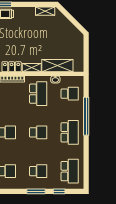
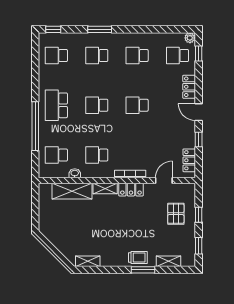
school desk: (38, 94) -> (97, 155), width x0.54
school desk: (70, 171) -> (56, 56), width x0.54
window: (59, 191) -> (53, 29), moved

